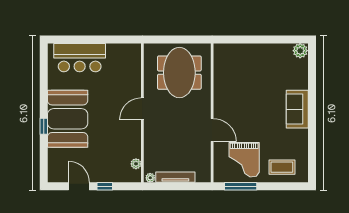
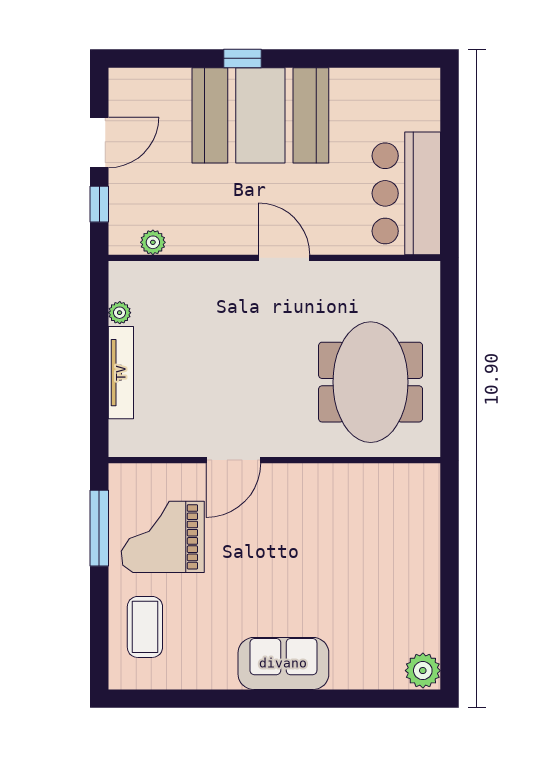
bar counter: (80, 58) -> (406, 193), moved
meeting table: (179, 73) -> (371, 382), turned 90
door: (142, 109) -> (284, 258), moved
wall: (142, 113) -> (274, 258), moved
plant: (136, 164) -> (153, 242), moved

